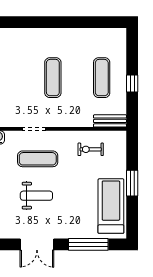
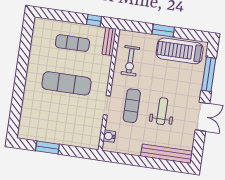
exercise mat: (53, 78) -> (67, 83), width x1.36, depth x1.45
window: (132, 83) -> (94, 20), moved
exercise bike: (91, 149) -> (130, 61), width x1.38, depth x1.39

